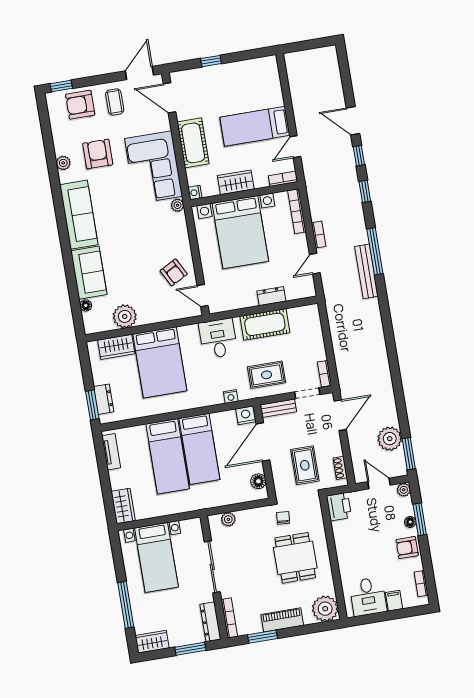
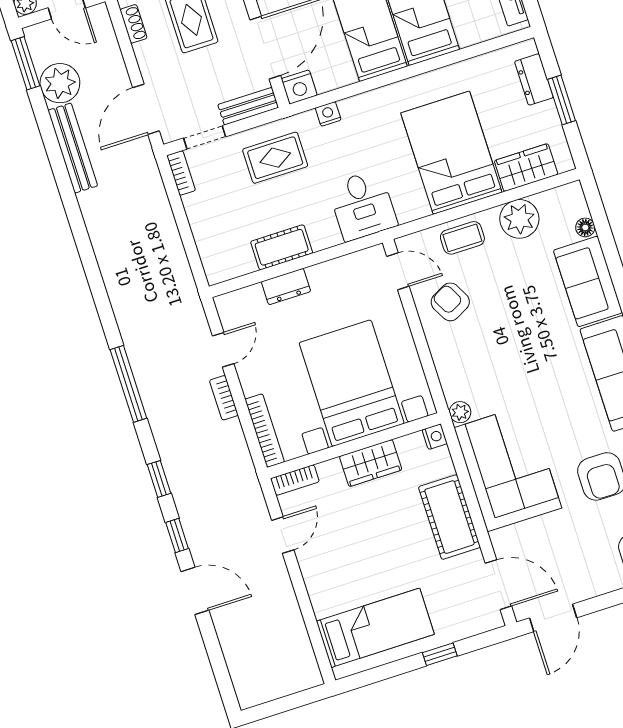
coffee table: (115, 102) -> (462, 238), moved, turned 90
bed: (255, 126) -> (375, 628), moved
bench: (366, 271) -> (73, 148), moved
cot: (265, 324) -> (282, 247), width x0.73, depth x0.75
window: (92, 405) -> (562, 100), moved

